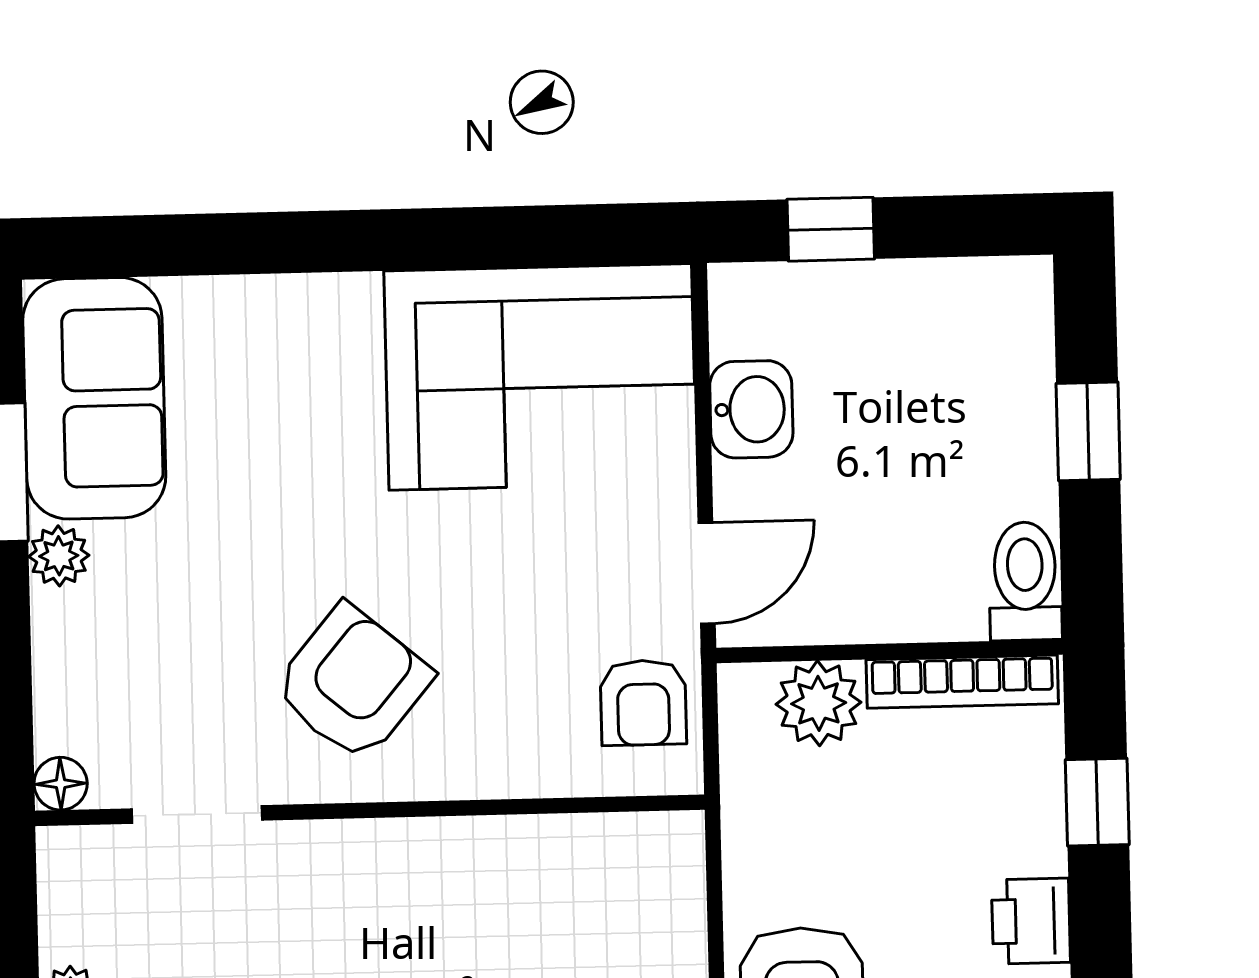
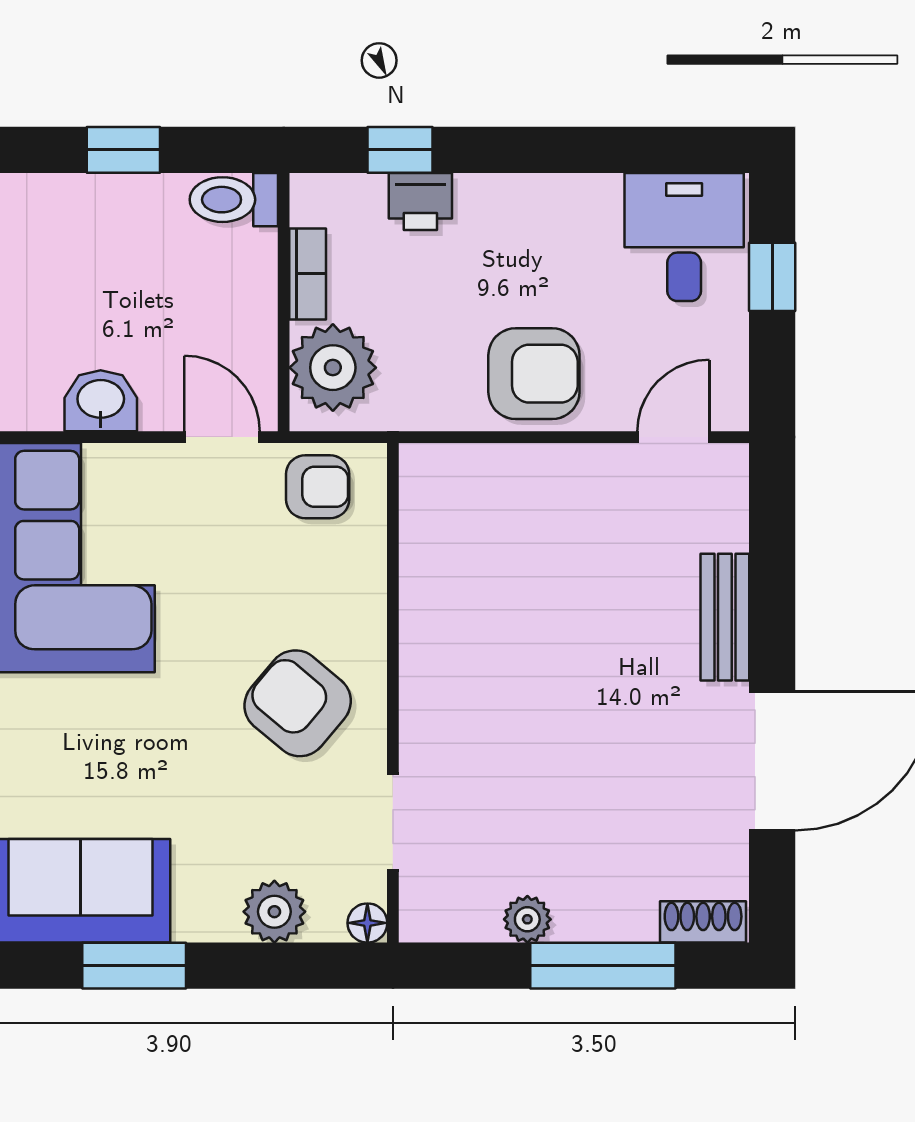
plant: (59, 556) -> (274, 912), moved, width x1.38, depth x1.38
bookcase: (962, 682) -> (308, 274), width x0.64
plant: (819, 703) -> (333, 368), width x1.36, depth x1.36
printer: (1031, 921) -> (420, 201), moved

